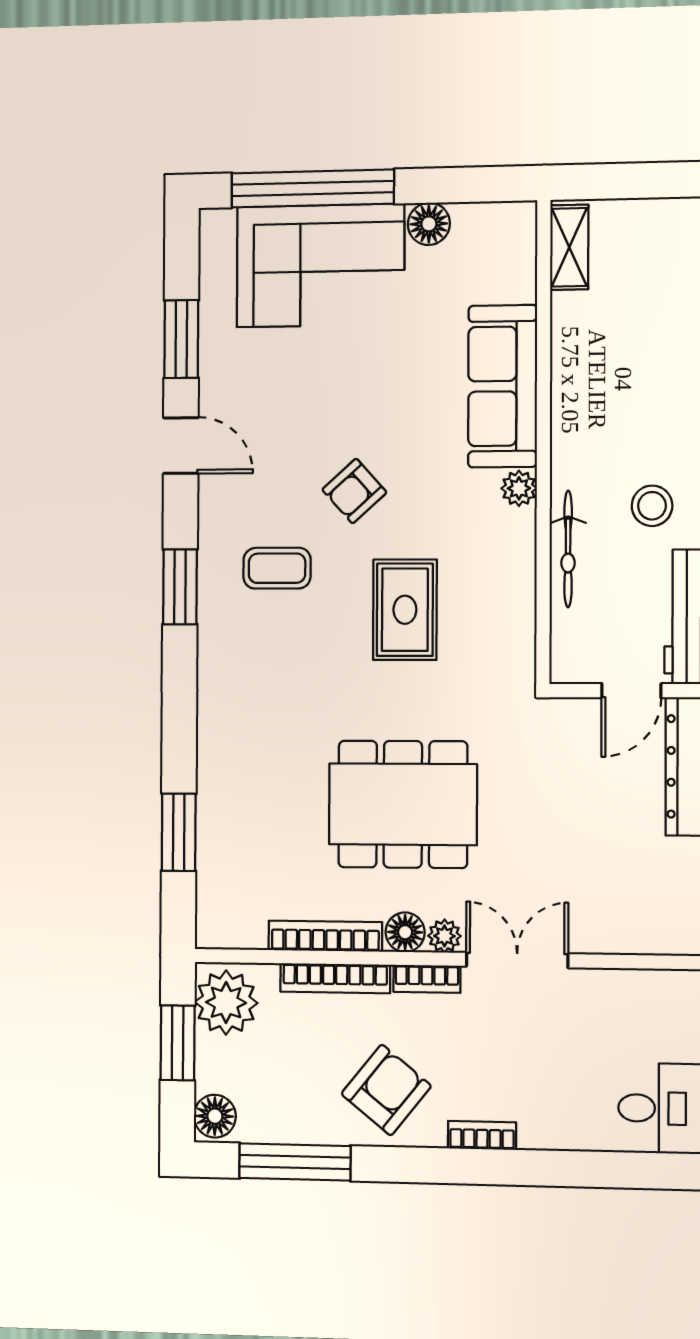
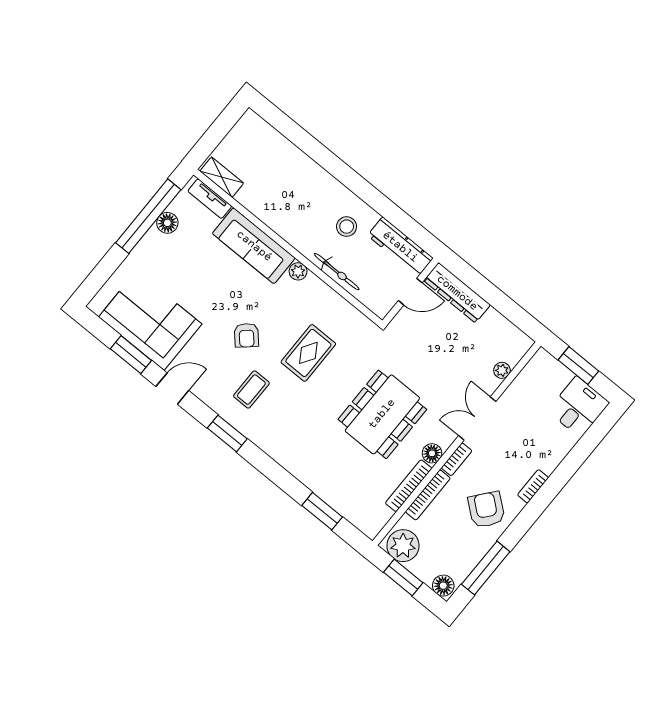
window: (313, 188) -> (148, 216), moved
tv unit: (520, 257) -> (210, 199), added
corner sofa: (320, 266) -> (150, 320), moved, turned -90
rug: (405, 610) -> (308, 353), turned 90
door: (631, 691) -> (410, 292), hinge flipped
plant: (444, 936) -> (502, 370), moved

